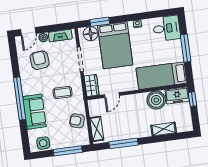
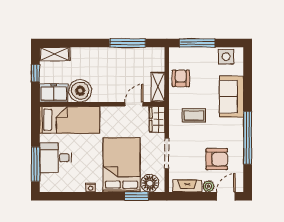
desk: (167, 28) -> (56, 158), moved
window: (186, 48) -> (35, 164), moved
armchair: (40, 60) -> (217, 159), turned -85
window: (20, 98) -> (248, 138), moved
window: (193, 99) -> (35, 73), moved
armchair: (77, 121) -> (181, 78), turned -107
shelving: (97, 129) -> (158, 87), moved
shelving: (164, 129) -> (55, 54), moved

